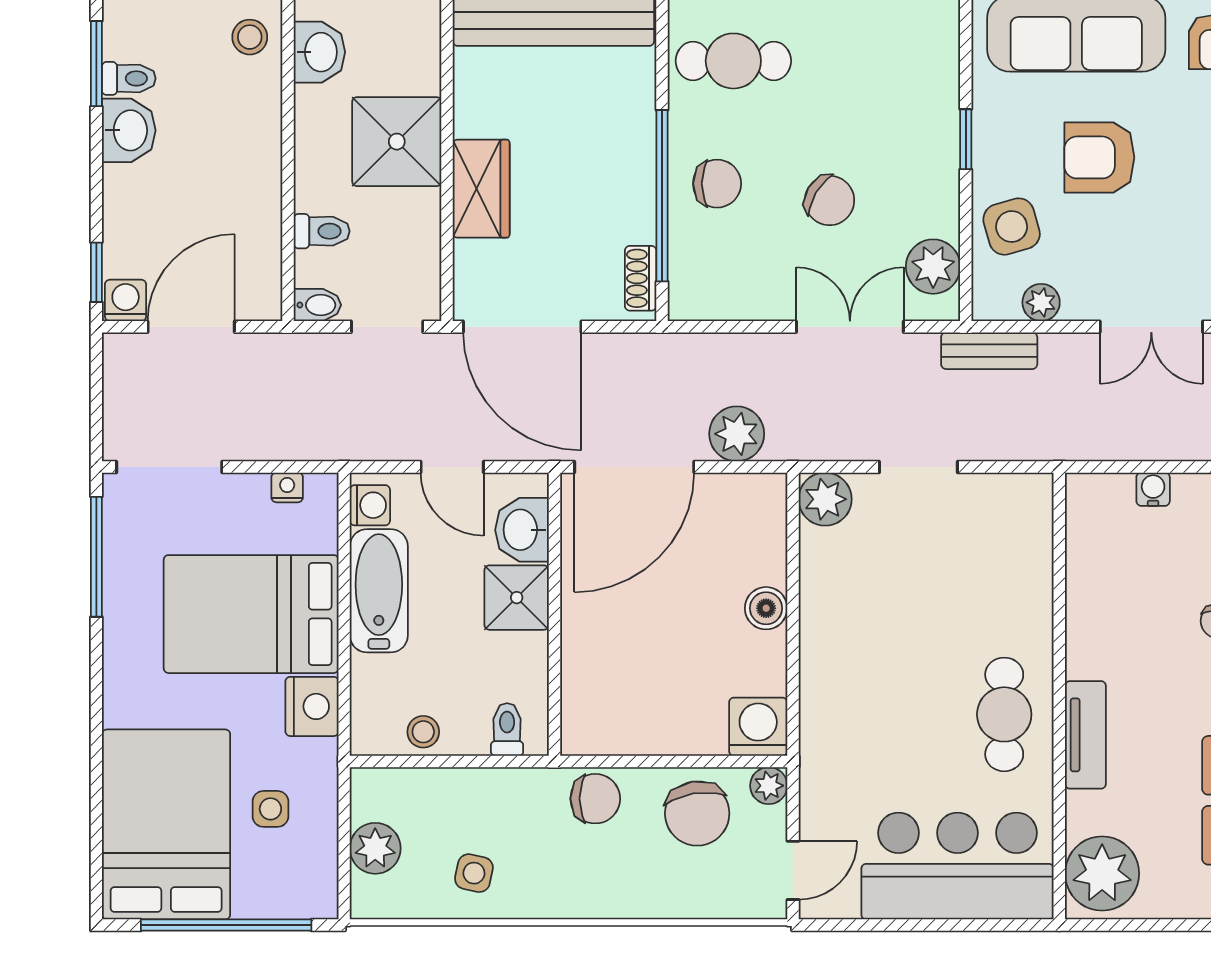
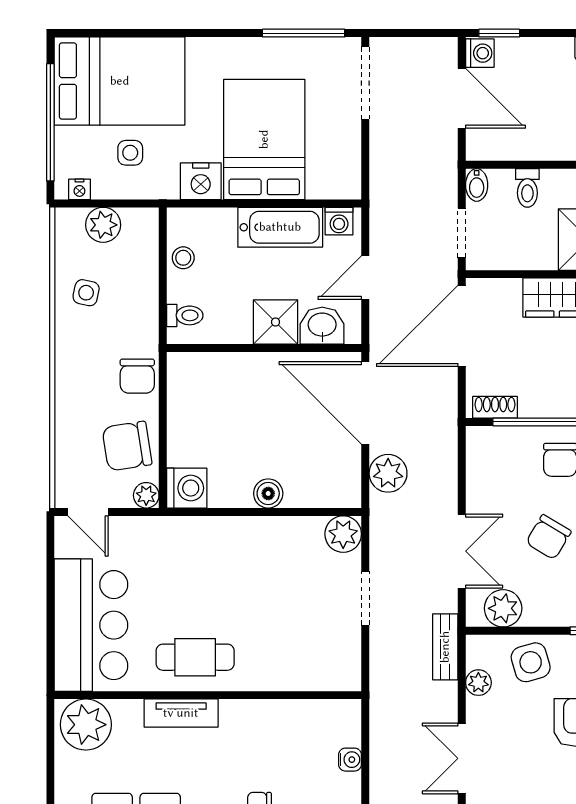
nightstand: (287, 487) -> (79, 189), moved, turned 90

